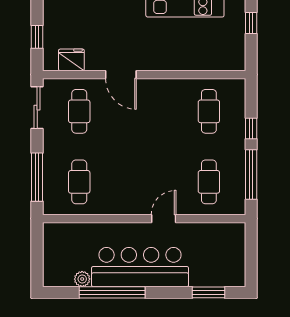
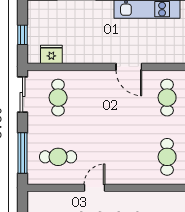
door: (121, 75) -> (129, 67), moved
cafe table: (79, 182) -> (58, 157), turned 90
door: (164, 219) -> (94, 188), moved

